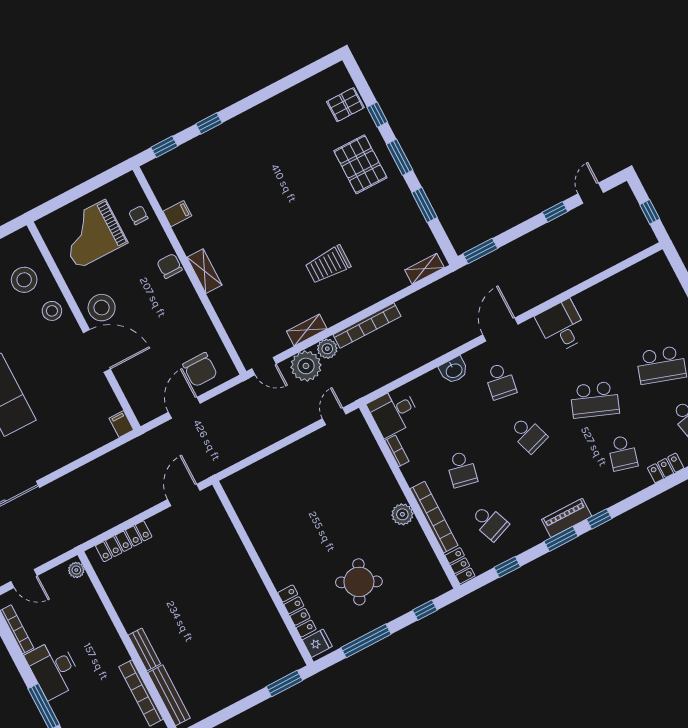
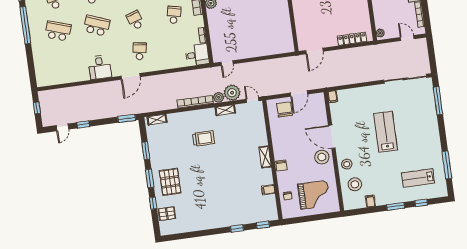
washbasin: (454, 370) -> (160, 65), removed

